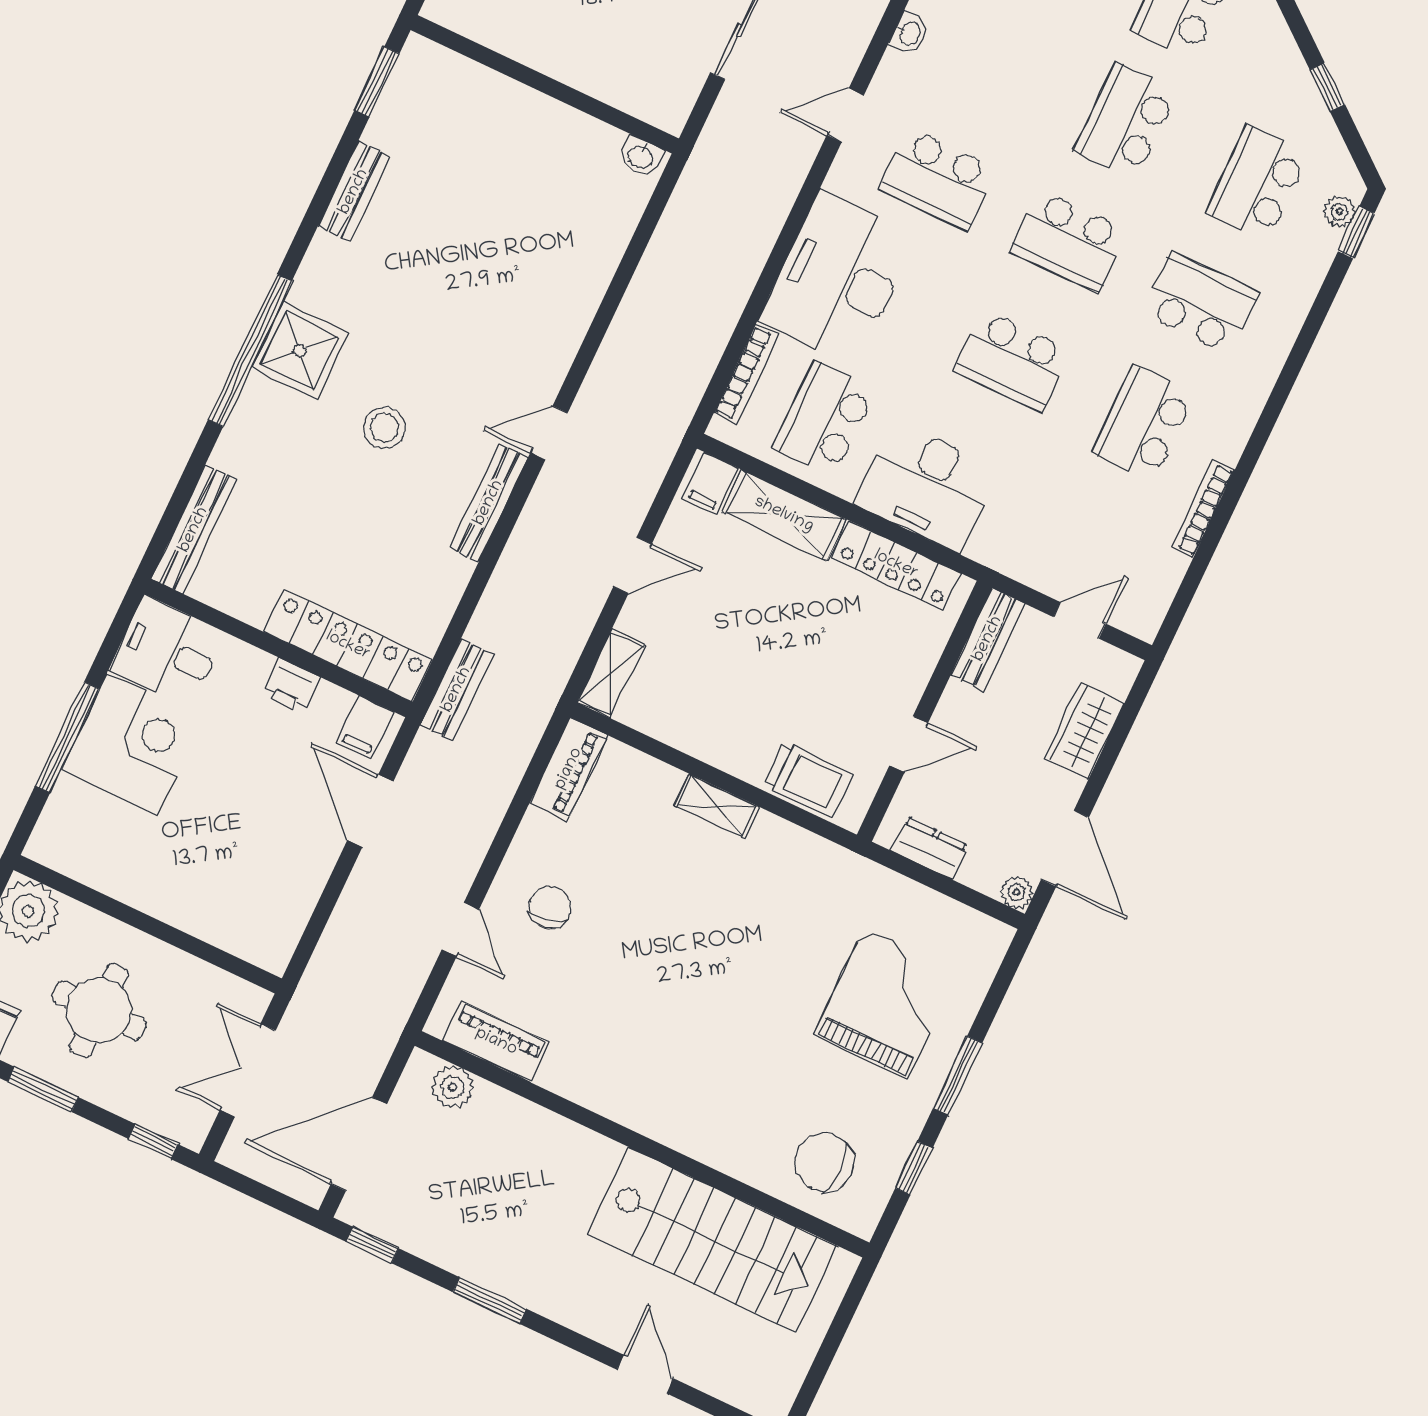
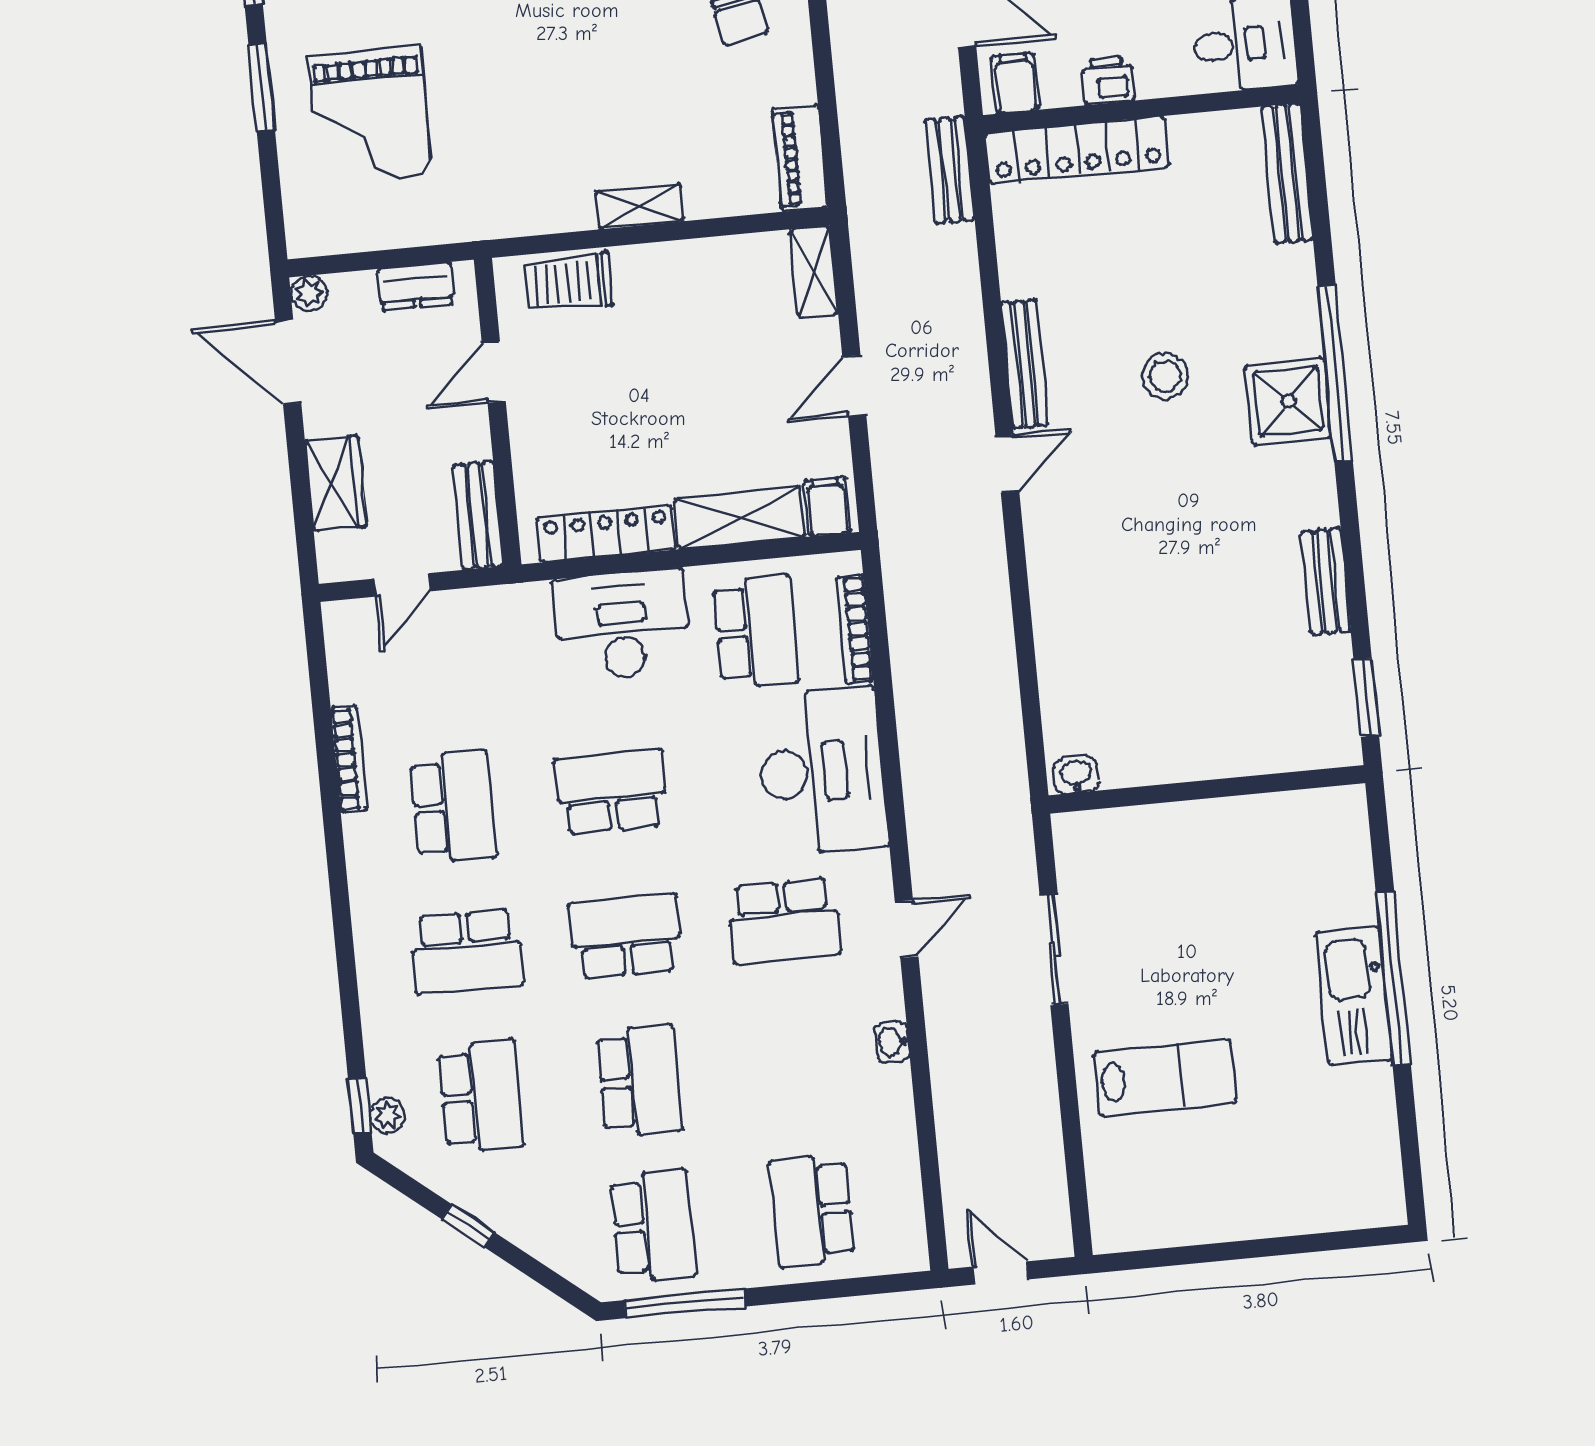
school desk: (938, 179) -> (784, 921), turned 180

